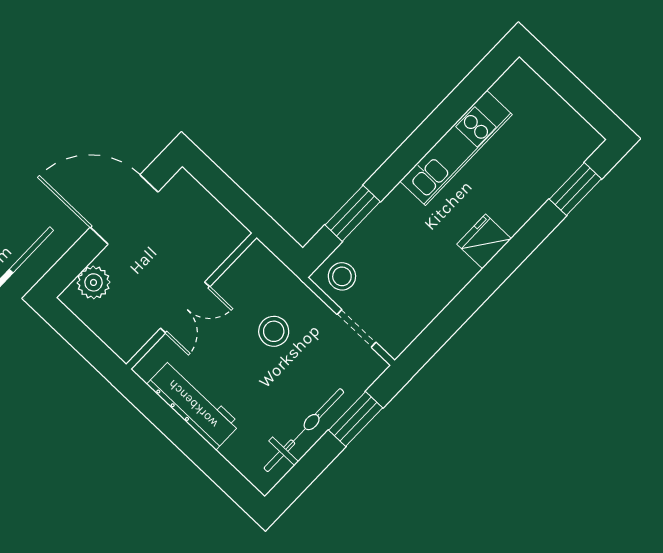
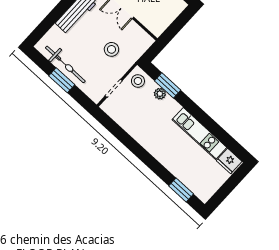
plant: (370, 230) -> (160, 94), added
fridge: (484, 241) -> (229, 161), moved, turned 180
window: (356, 419) -> (62, 80), moved

